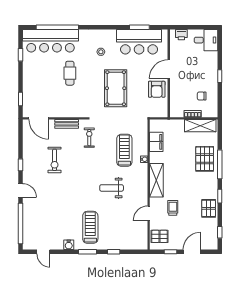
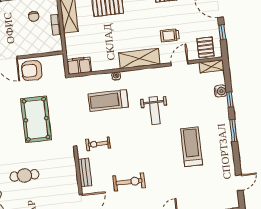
pool table: (116, 88) -> (36, 119), turned 90
armchair: (157, 89) -> (32, 71), turned 180
filing cabinet: (156, 142) -> (79, 66), moved
door: (149, 213) -> (180, 63), swing flipped
treadmill: (90, 227) -> (191, 147), moved, turned 90
shelving: (143, 240) -> (211, 66), added
water cooler: (69, 245) -> (220, 91), moved

